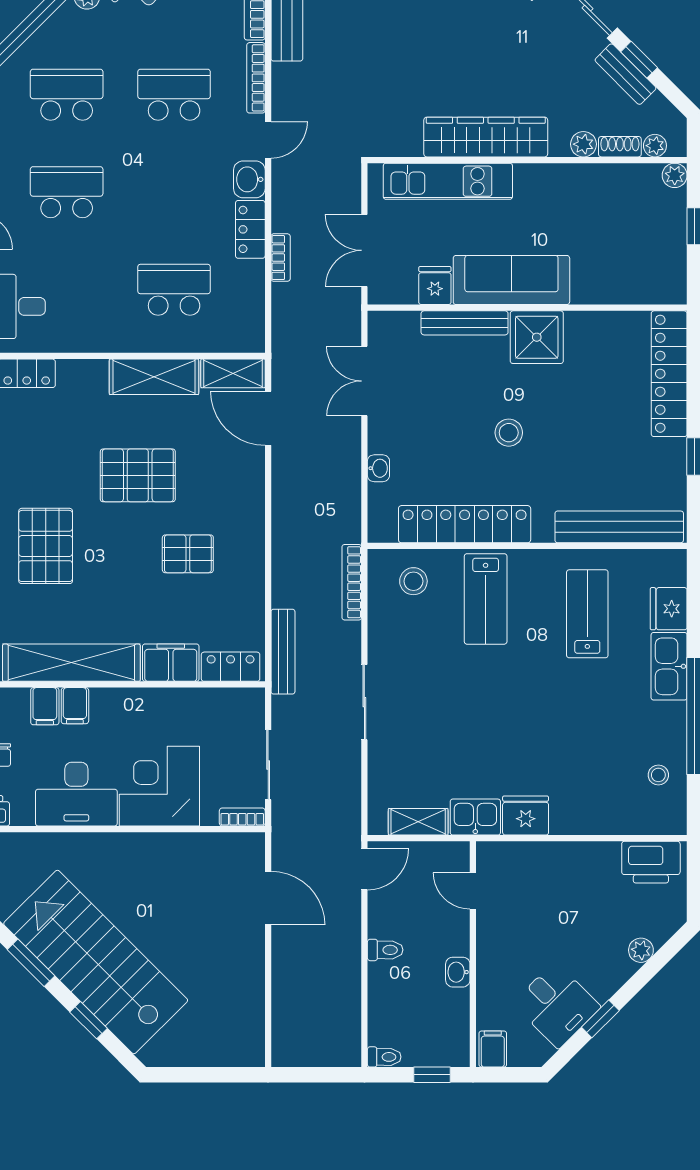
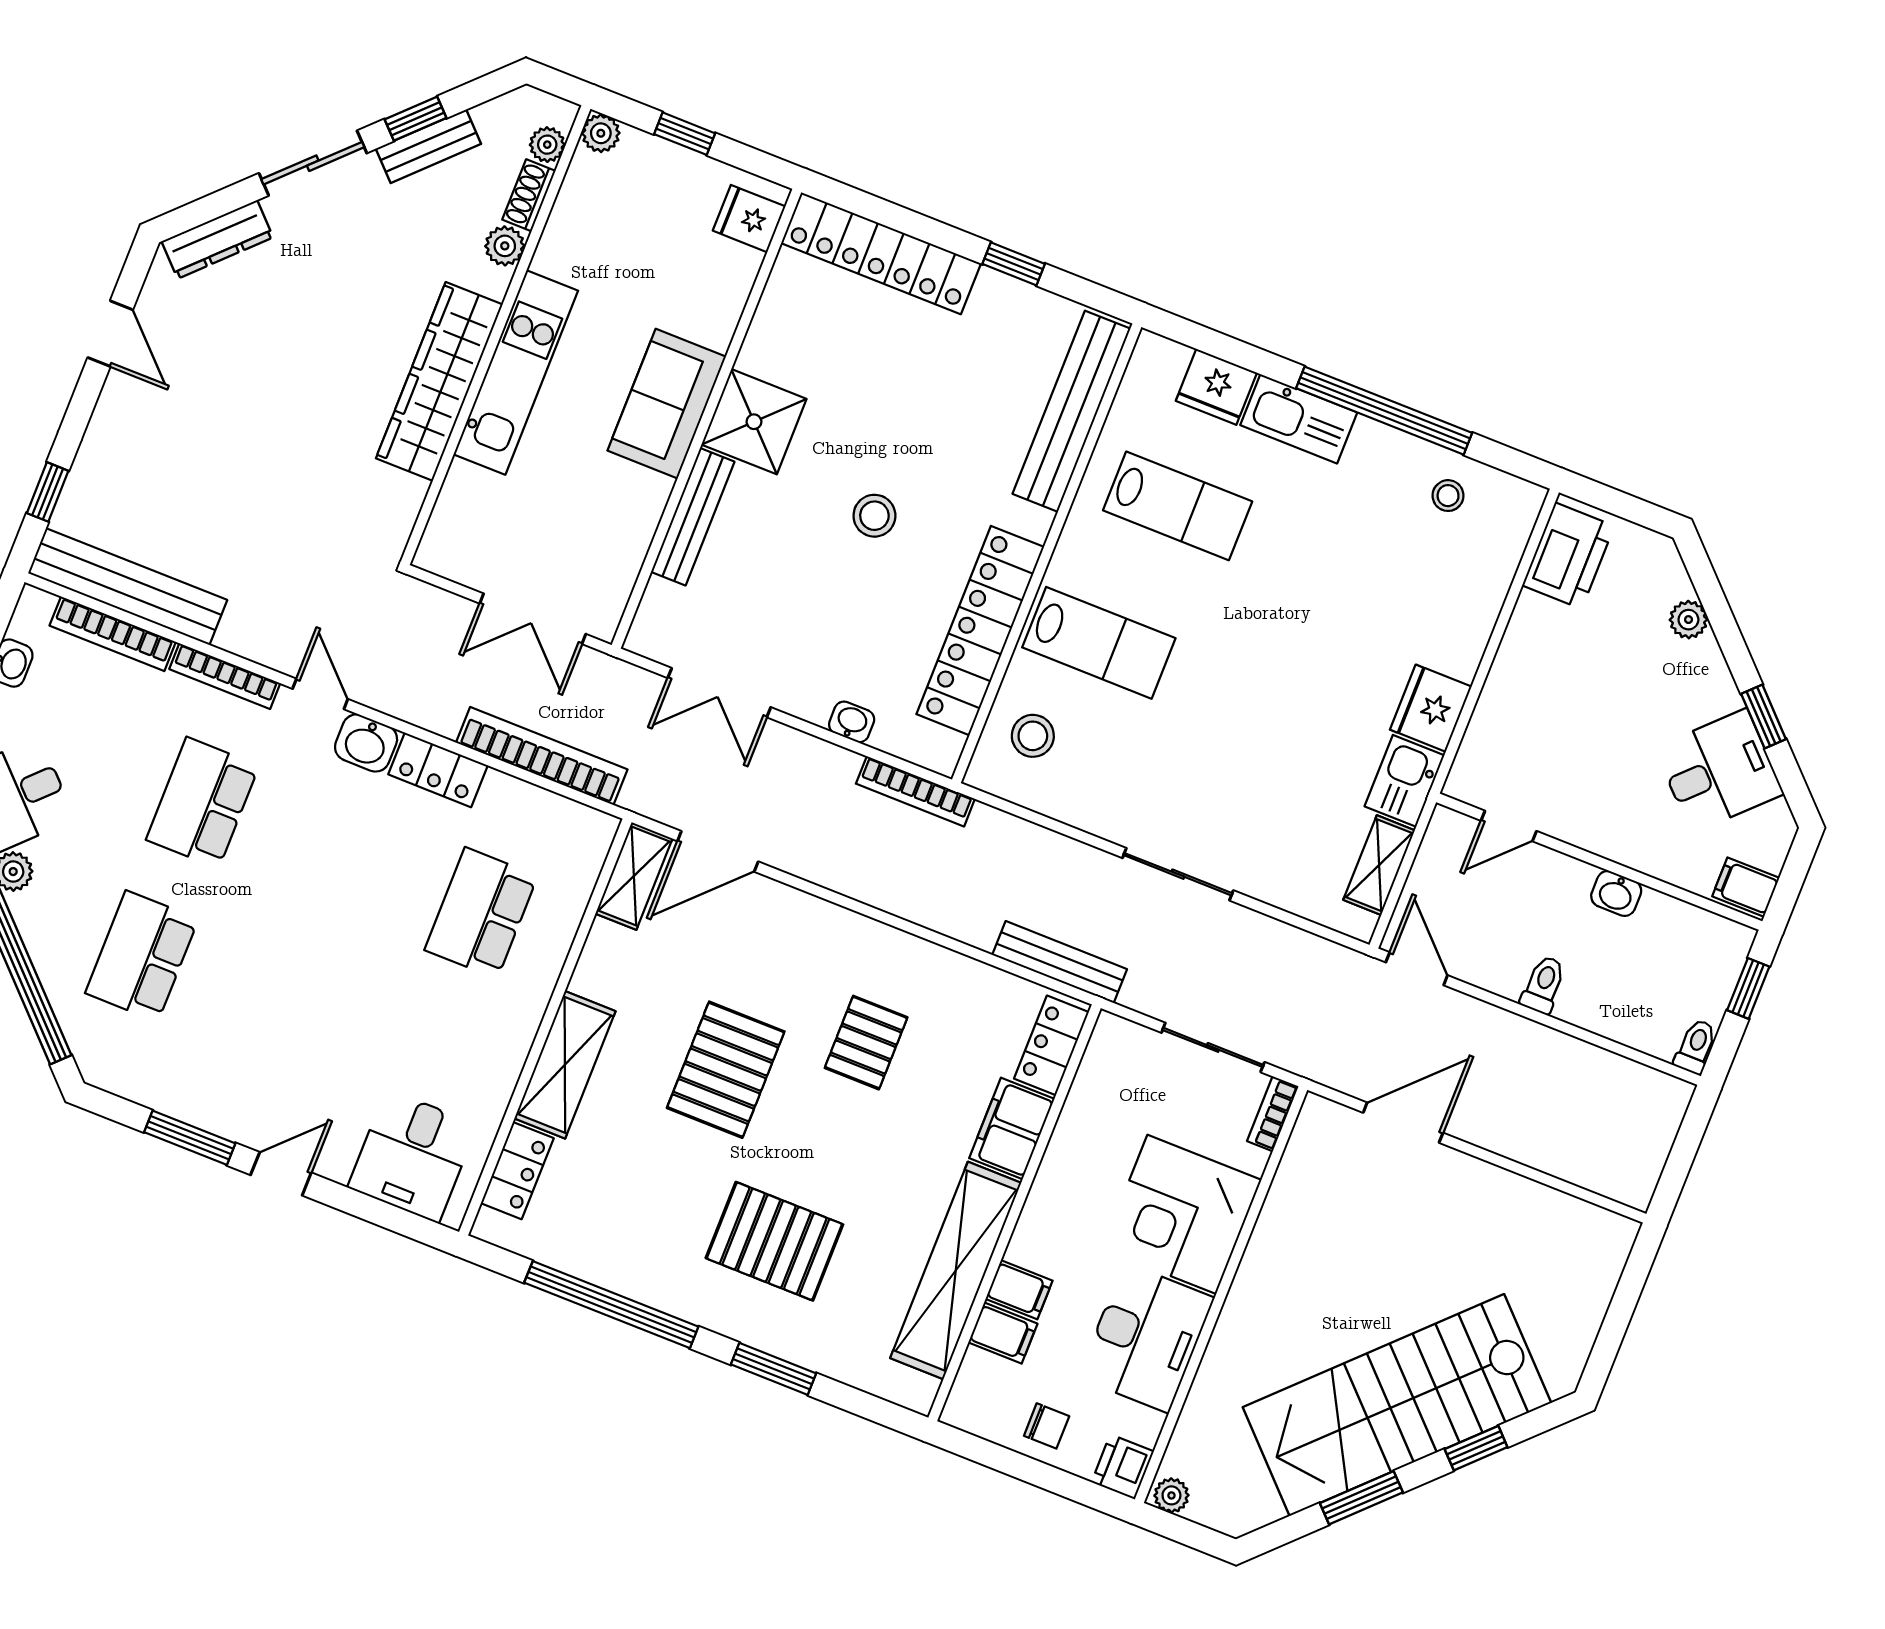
kitchen unit: (448, 181) -> (516, 373), moved
school desk: (67, 192) -> (281, 1011), removed
bookcase: (281, 258) -> (542, 756), width x2.31, depth x1.31
sofa: (511, 280) -> (667, 404), width x0.73
fridge: (435, 286) -> (749, 219), moved
shelving: (154, 377) -> (565, 1065), moved
bookcase: (352, 582) -> (915, 791), moved
lab bench: (587, 614) -> (1178, 506), turned 180

